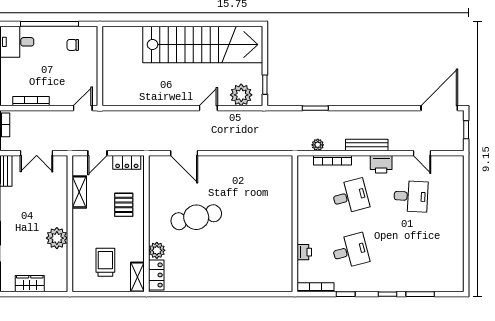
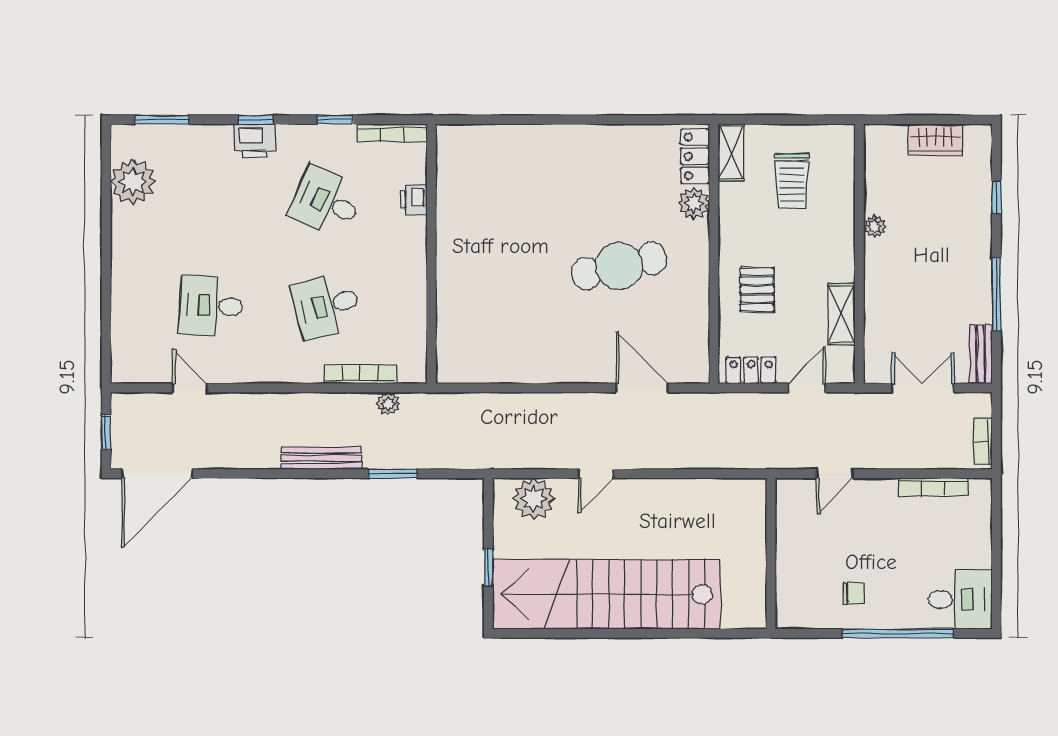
wall: (100, 66) -> (771, 553), moved
window: (265, 85) -> (488, 567), moved
bench: (367, 145) -> (321, 458), moved
printer: (381, 164) -> (255, 141), moved, turned 180
plant: (57, 238) -> (875, 226), width x0.53, depth x0.53
desk: (350, 251) -> (326, 202), turned 39
plant: (452, 261) -> (133, 182), added
window: (420, 294) -> (162, 120), moved

